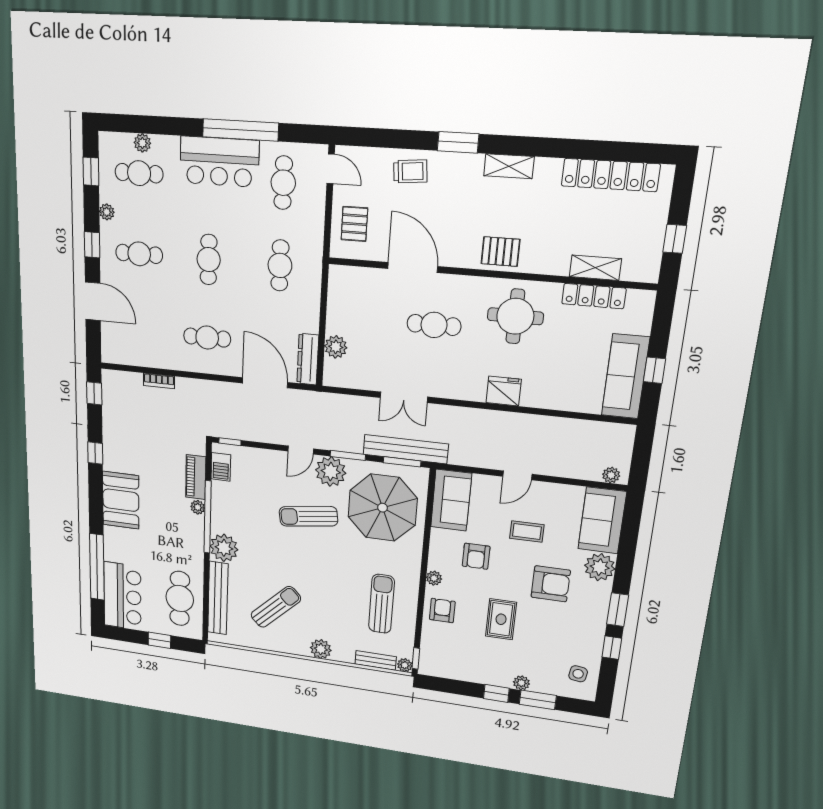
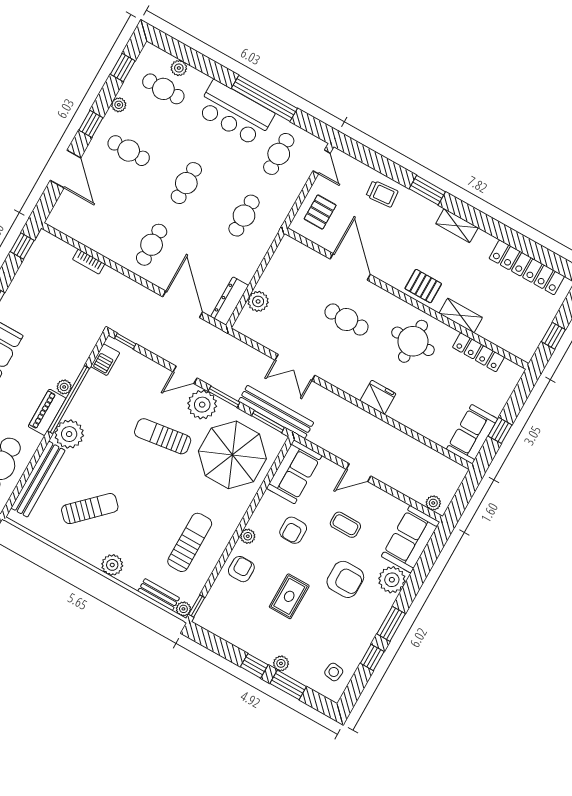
shelving: (595, 268) -> (461, 315), moved
cafe table: (207, 338) -> (152, 245), turned 90
sofa: (625, 376) -> (472, 434), width x0.73
piano: (196, 477) -> (47, 412), moved

